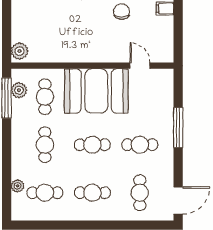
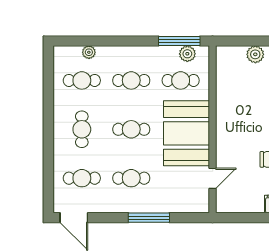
plant: (20, 51) -> (255, 54), moved
cafe table: (92, 145) -> (131, 129), turned 90
cafe table: (140, 145) -> (131, 178), turned 90
cafe table: (45, 193) -> (82, 80), turned 90

